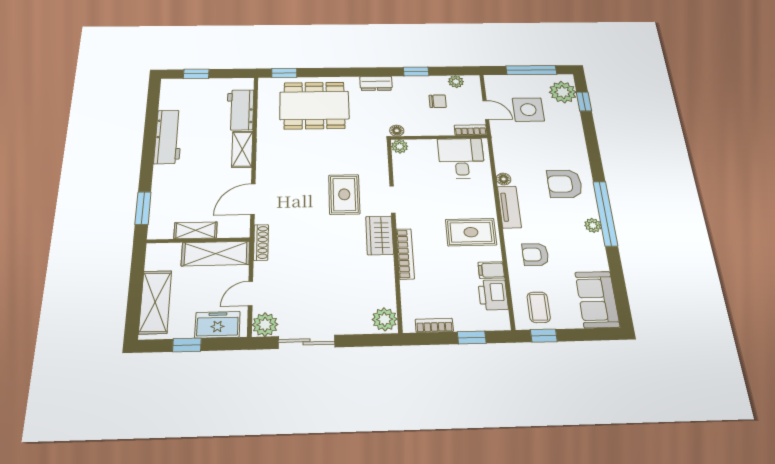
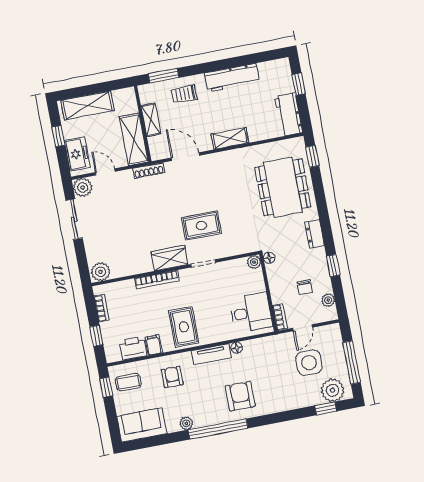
workbench: (240, 110) -> (289, 114), moved, turned -90
trolley: (173, 189) -> (184, 94), added
plant: (593, 225) -> (186, 423), moved

